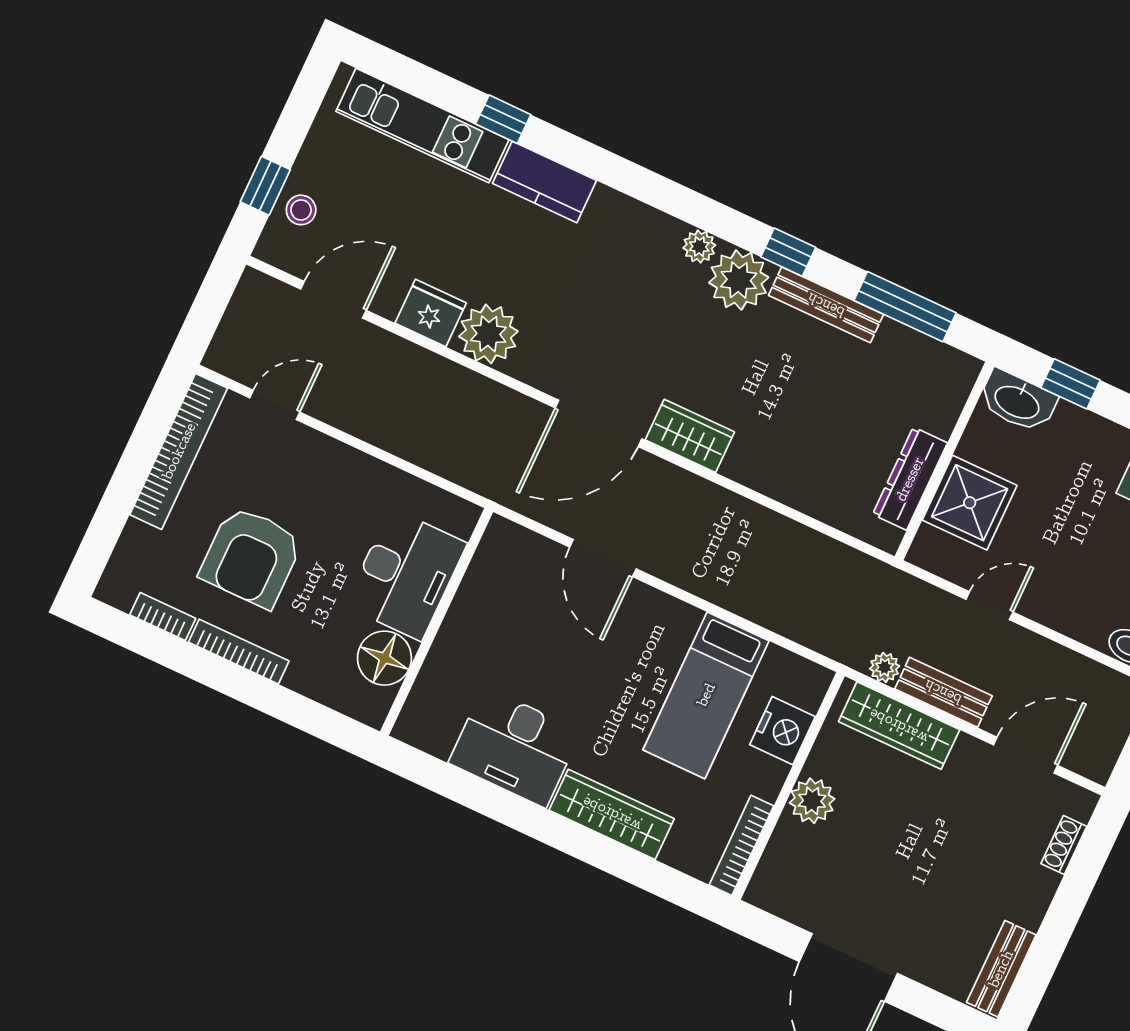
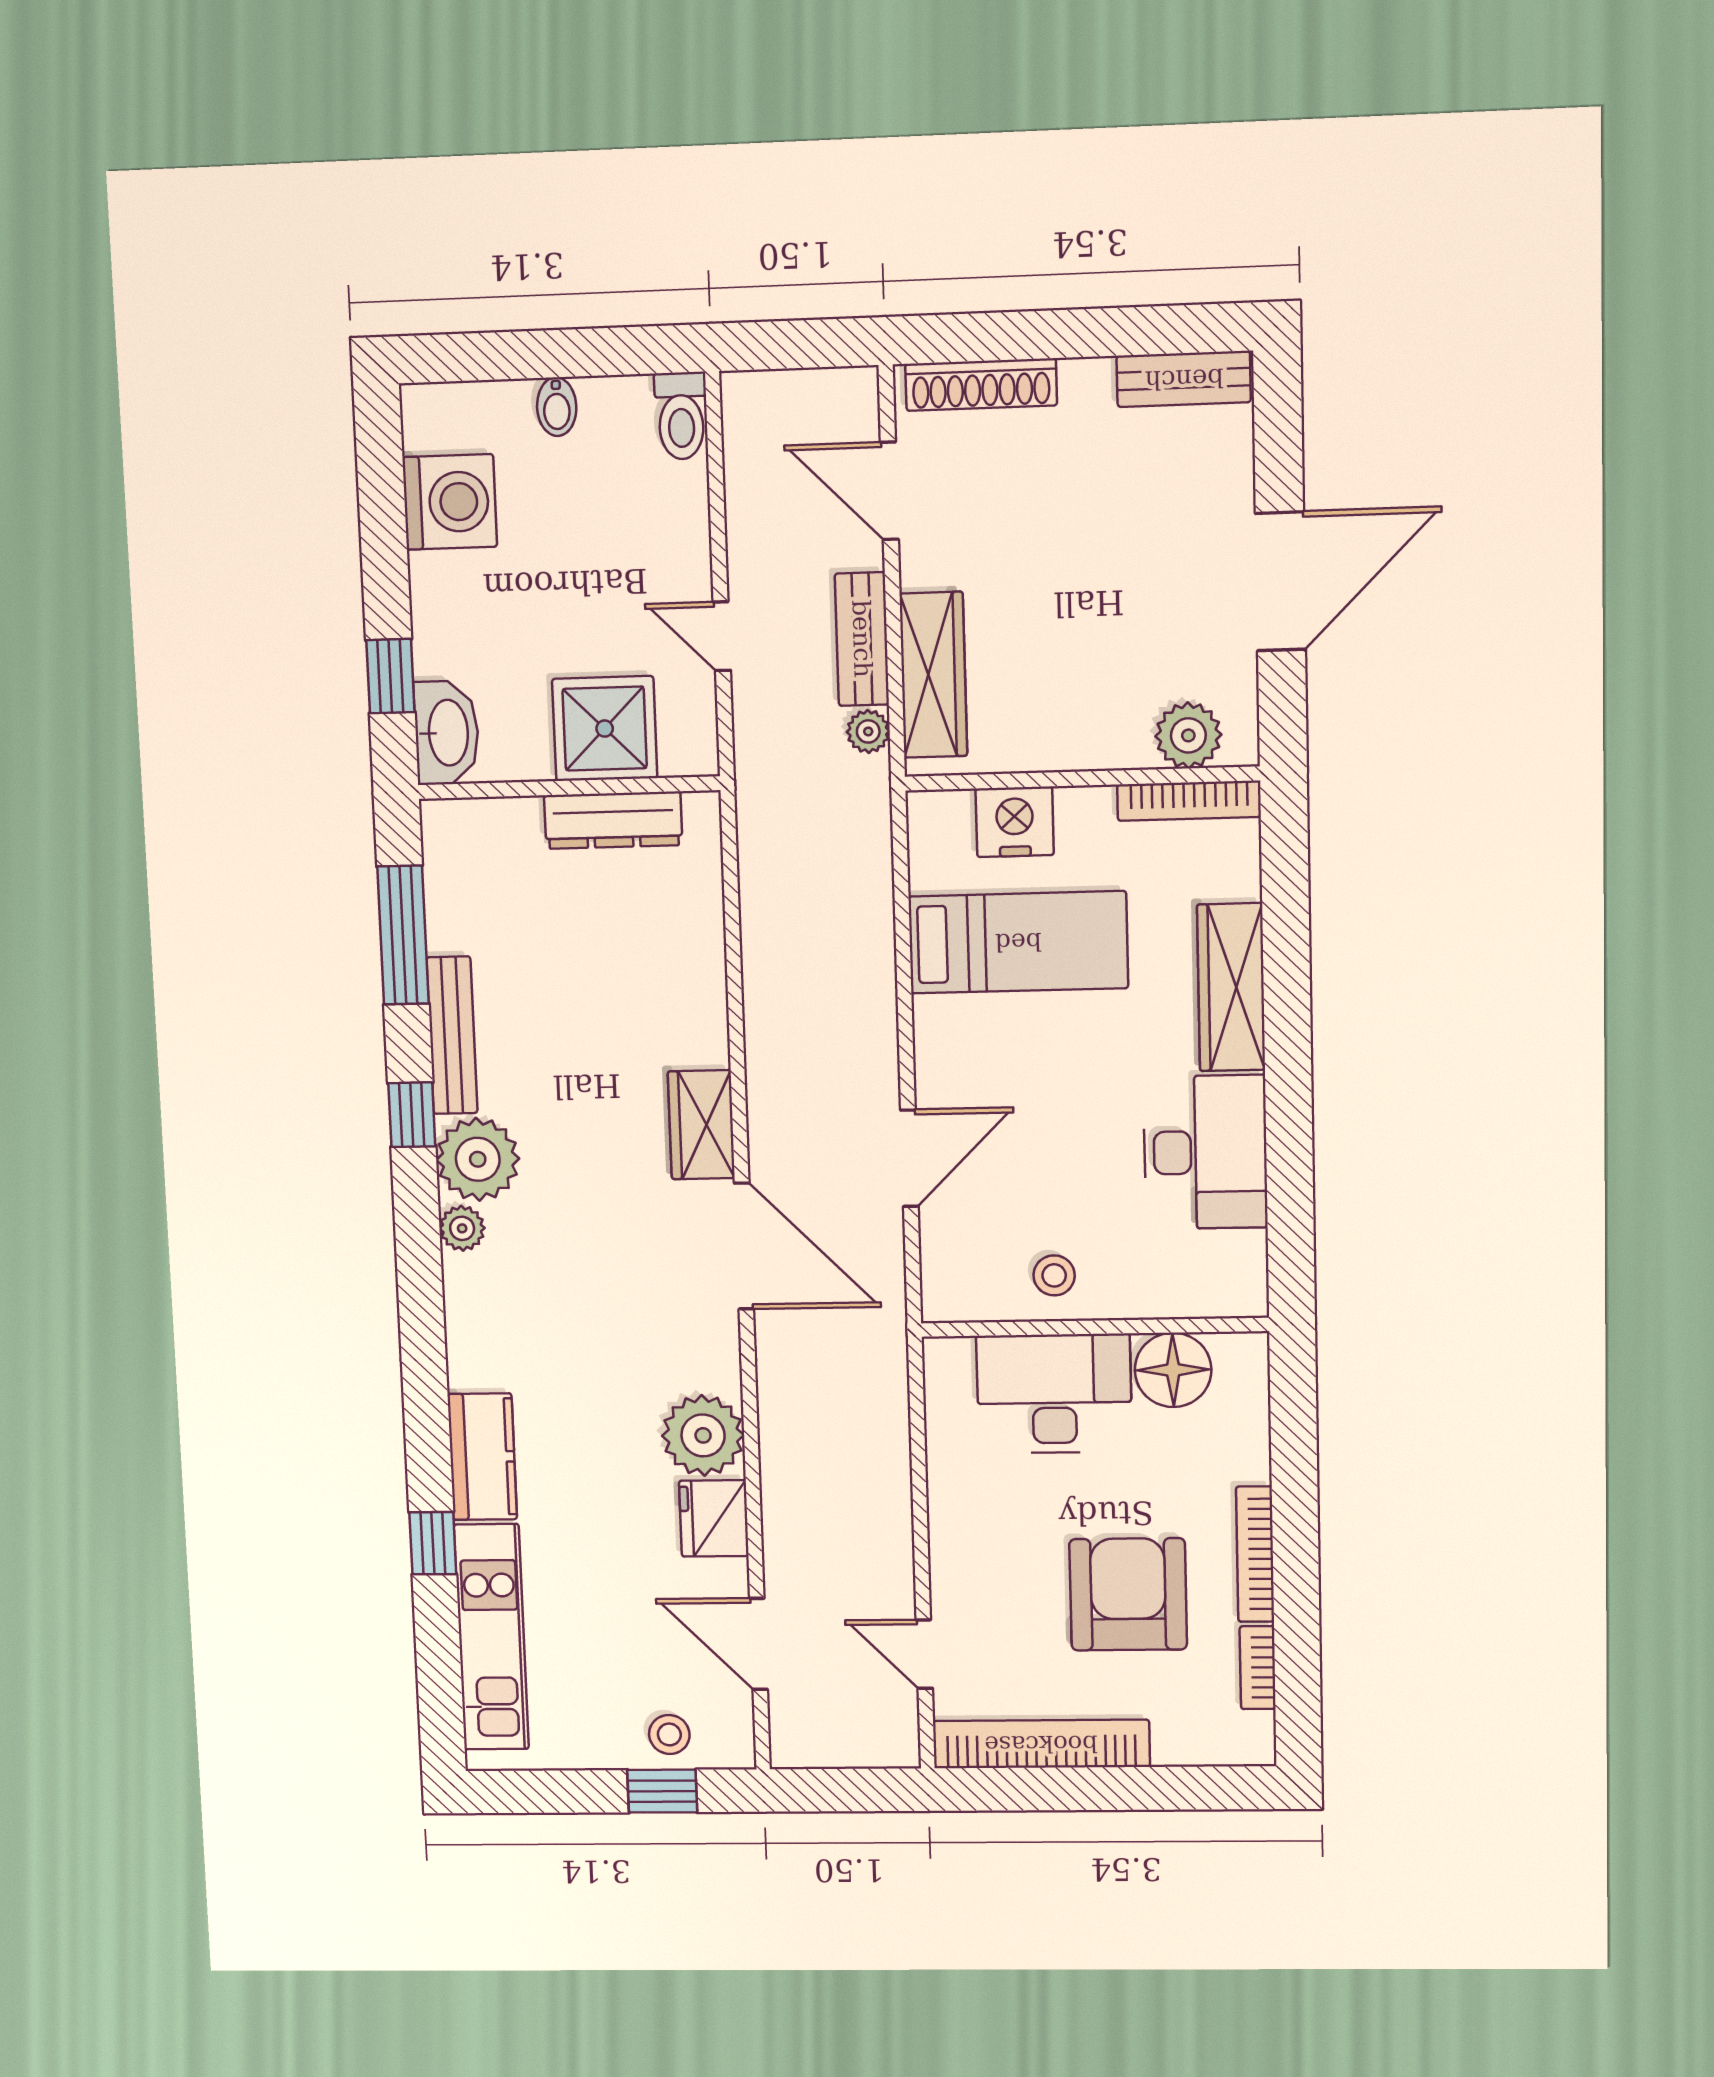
armchair: (251, 557) -> (1128, 1594), turned -90
stool: (483, 613) -> (1054, 1275), added
plant: (812, 801) -> (1188, 735), moved
shoe rack: (1064, 845) -> (981, 385), width x1.94, depth x1.24

